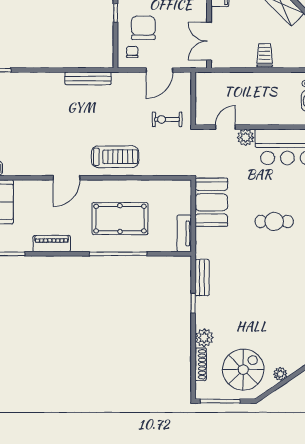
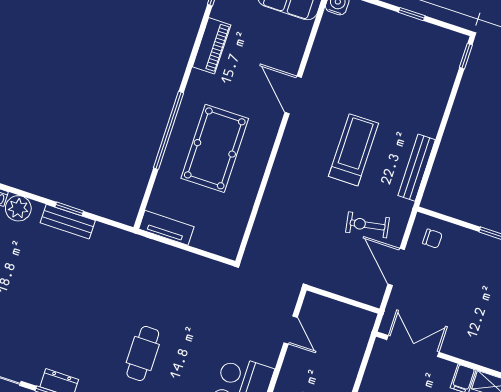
chair: (143, 28) -> (460, 264), removed
exercise bike: (167, 119) -> (368, 225), moved, turned -100
plant: (245, 137) -> (268, 352), removed
treadmill: (115, 157) -> (354, 150), moved, turned 180
booth: (211, 202) -> (196, 278), removed
bench: (202, 278) -> (68, 222), moved

